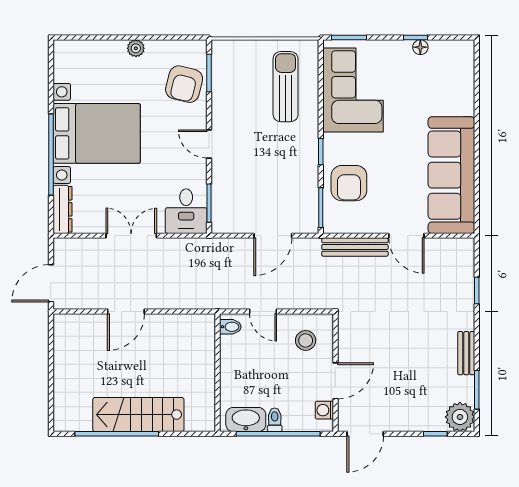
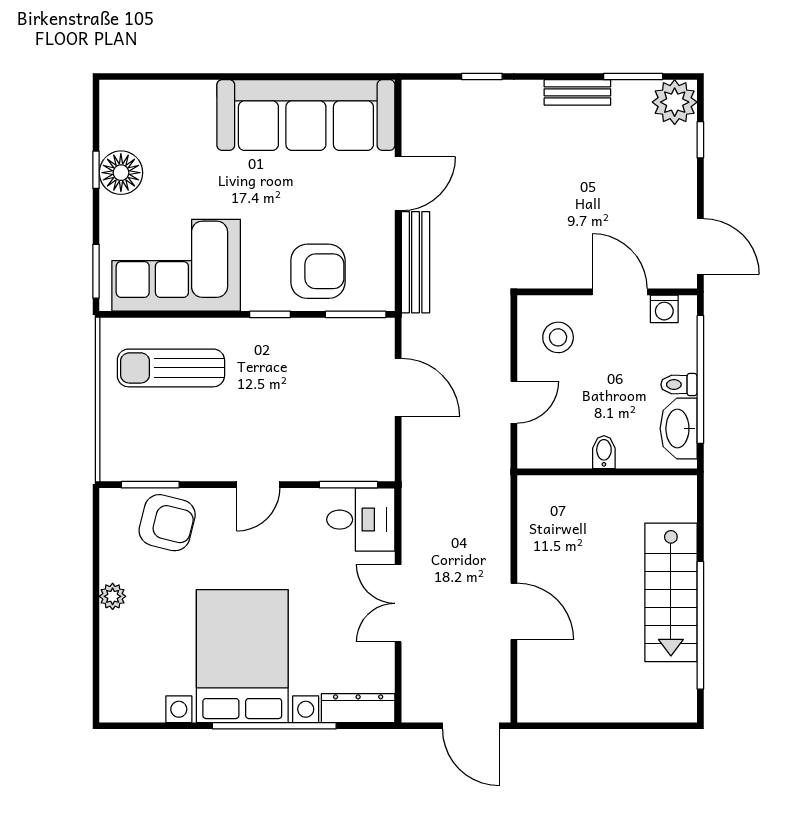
floor lamp: (420, 47) -> (121, 173), width x1.89, depth x1.89
bidet: (230, 327) -> (604, 452), moved

